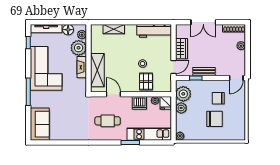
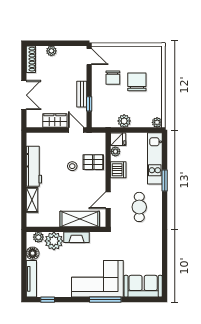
workbench: (154, 31) -> (34, 166), moved
corner sofa: (46, 68) -> (97, 279), moved
plant: (183, 94) -> (108, 118), removed

